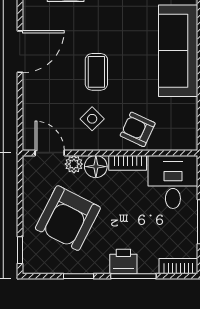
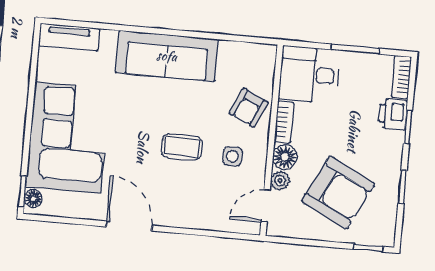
door: (20, 52) -> (129, 226), moved
side table: (92, 119) -> (232, 156), turned 45
printer: (123, 261) -> (393, 114), moved
window: (133, 276) -> (408, 127), width x0.67

